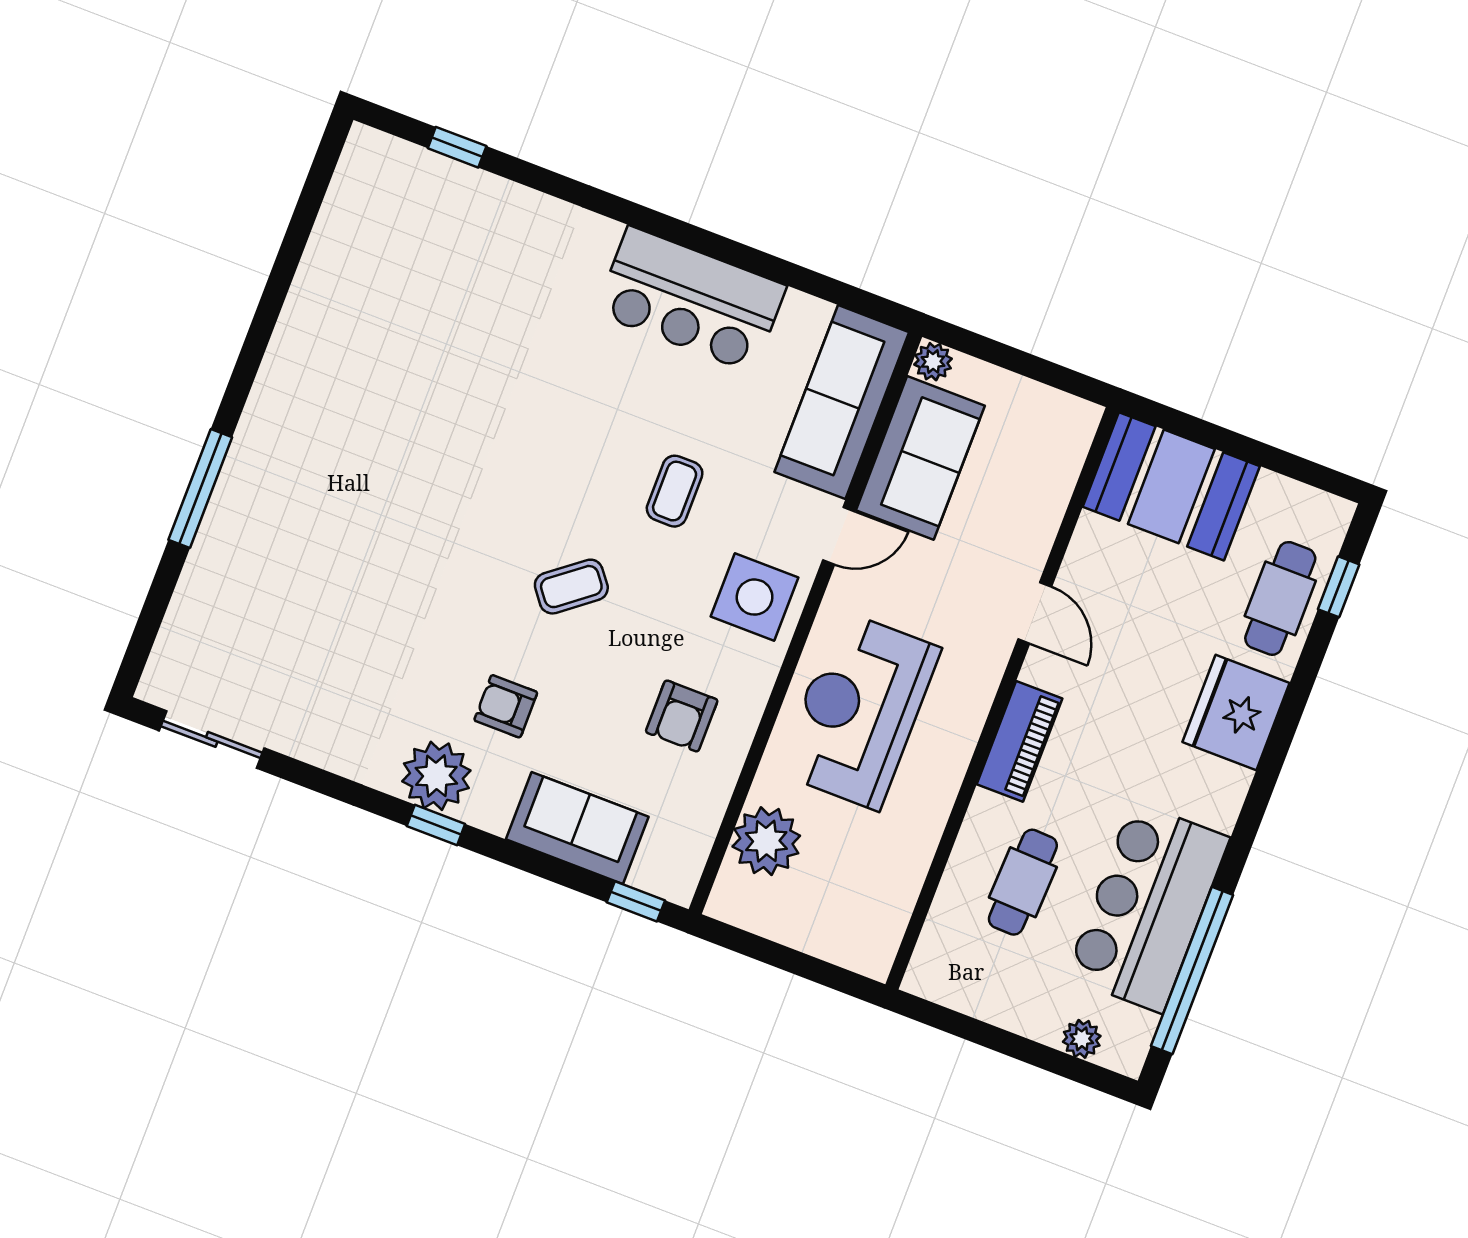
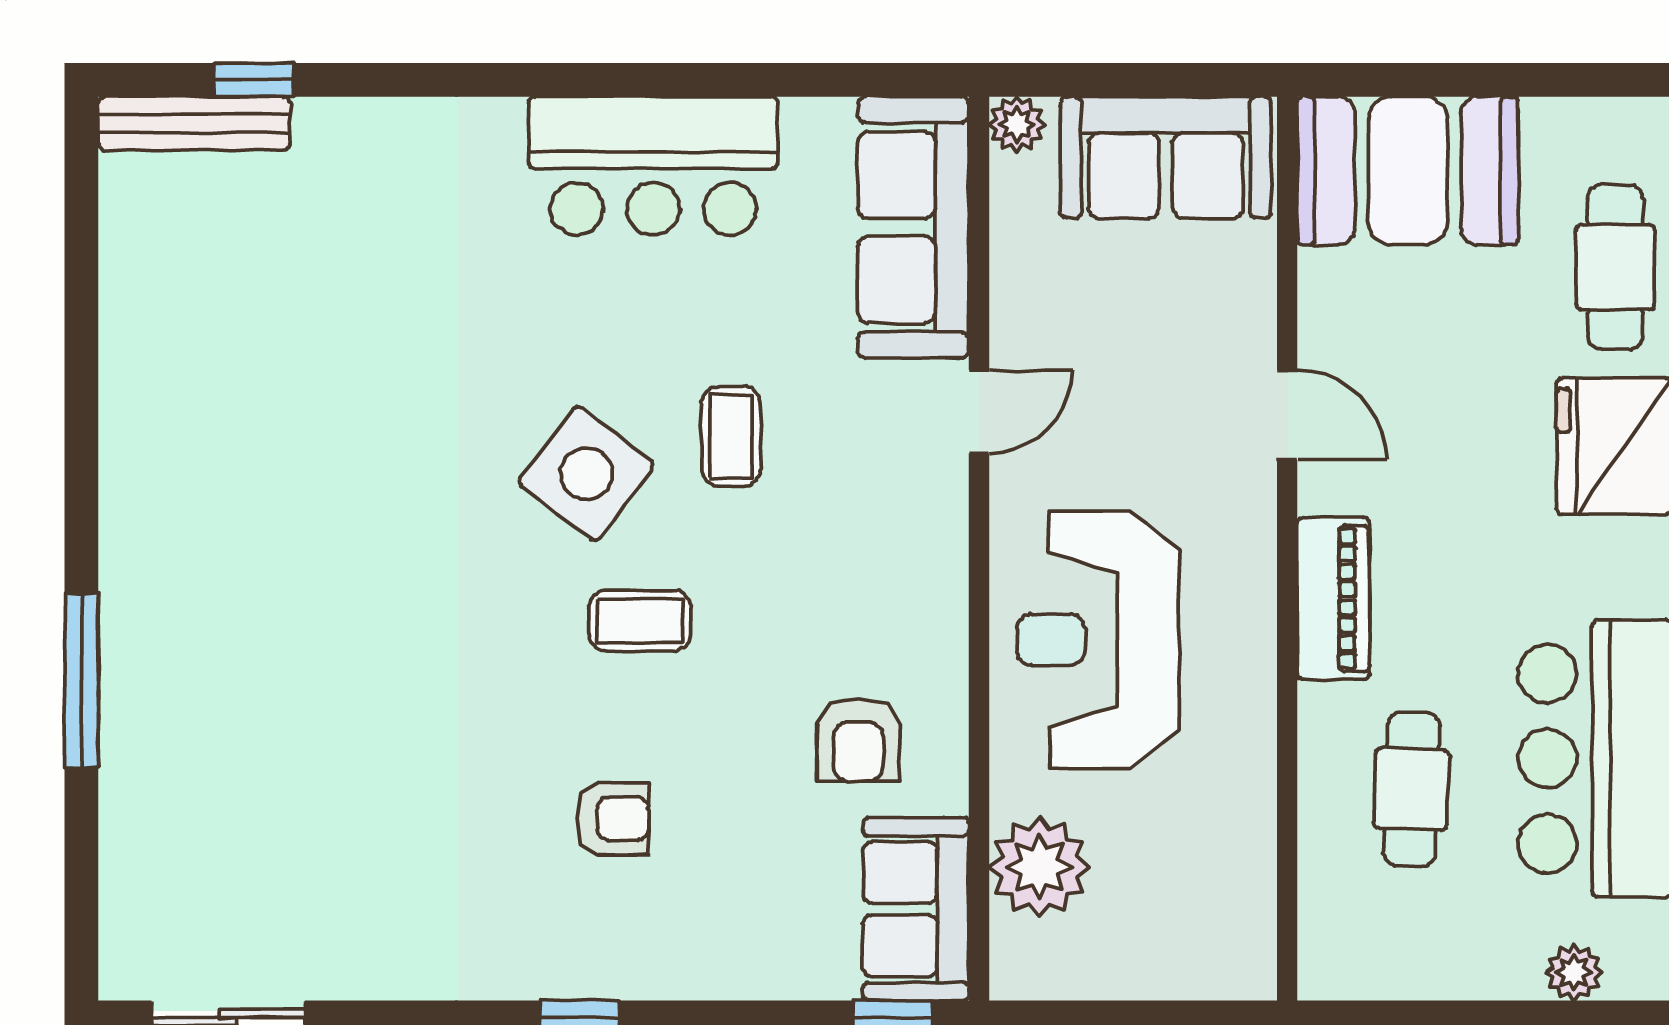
bench: (408, 160) -> (194, 123), added
sofa: (920, 458) -> (1166, 157), moved, turned 90
coffee table: (571, 587) -> (640, 621), turned 38
side table: (755, 597) -> (586, 474), moved, turned 37
armchair: (506, 706) -> (613, 819), turned 180
plant: (436, 776) -> (554, 950), removed
sofa: (577, 828) -> (916, 909), moved, turned -90

